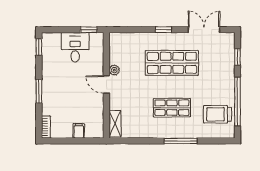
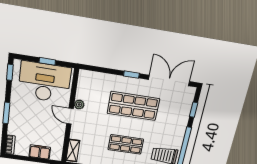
window: (89, 30) -> (47, 61), moved
double door: (204, 30) -> (169, 81), width x1.37
desk: (75, 47) -> (45, 82), width x1.87, depth x1.30
filing cabinet: (79, 131) -> (40, 152), width x2.00

